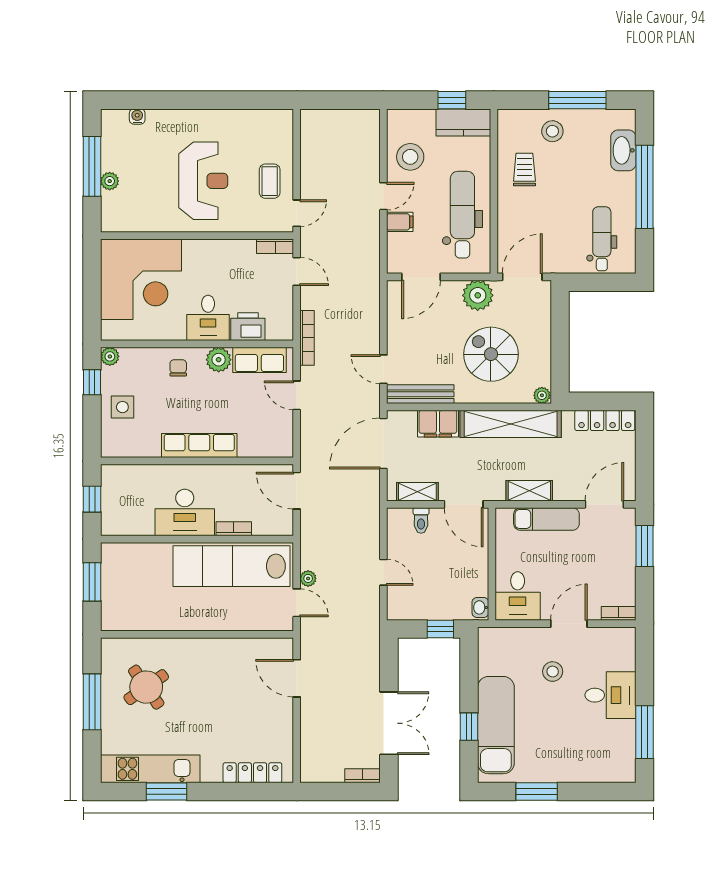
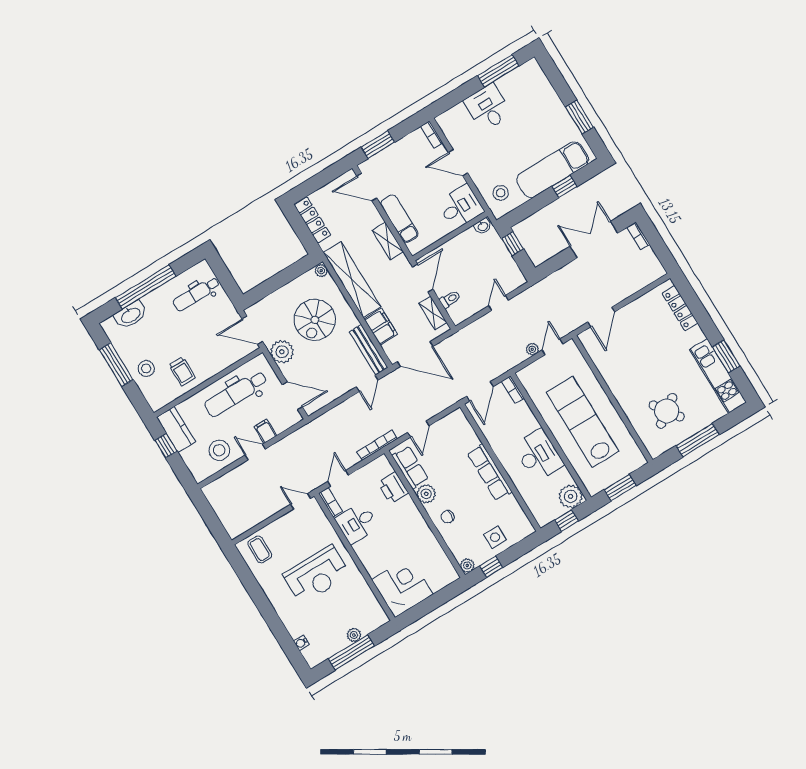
trolley: (524, 169) -> (182, 371), turned -90
reception desk: (203, 181) -> (317, 575), turned 180
coffee table: (270, 181) -> (260, 549), moved, turned 90
corner desk: (141, 279) -> (402, 587), width x0.74, depth x0.74
desk: (208, 318) -> (357, 523), moved, turned 180
plant: (116, 520) -> (571, 496), added
bookcase: (234, 529) -> (513, 390), moved
lab bench: (232, 566) -> (583, 422), moved, turned 180
stool: (553, 672) -> (501, 193), moved

